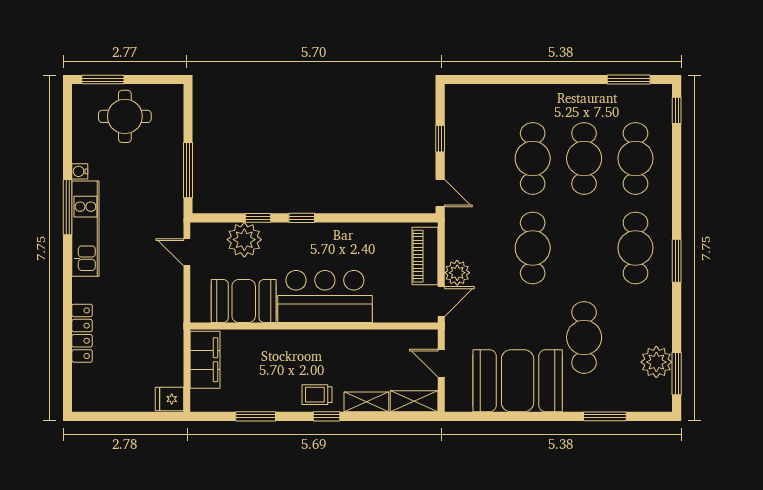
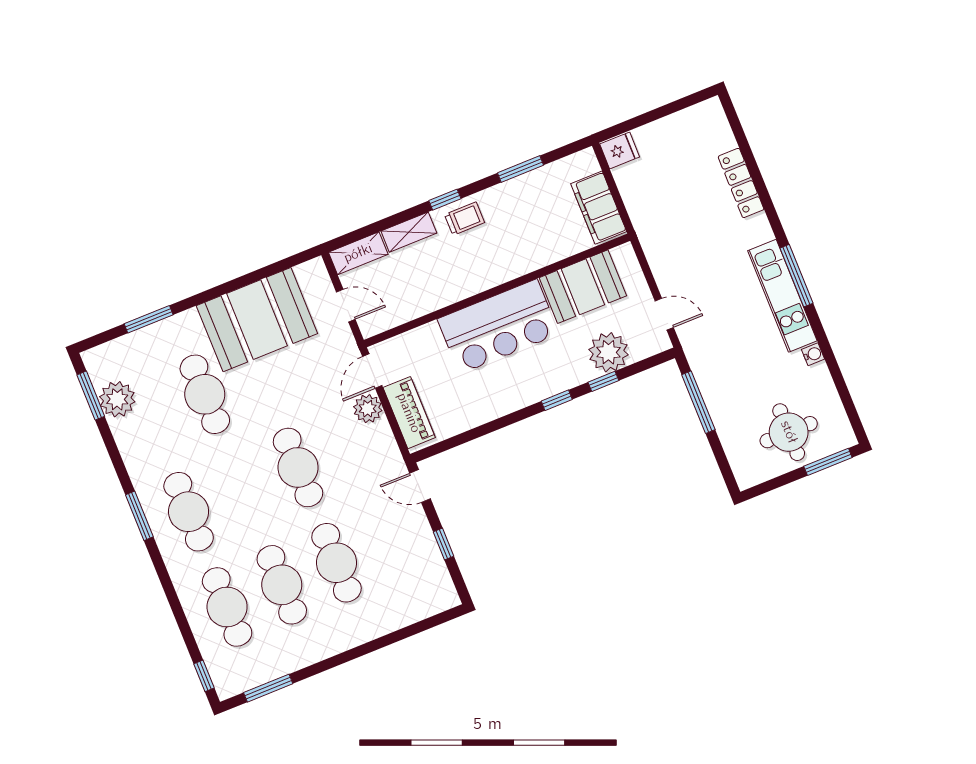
window: (68, 207) -> (796, 276), moved

